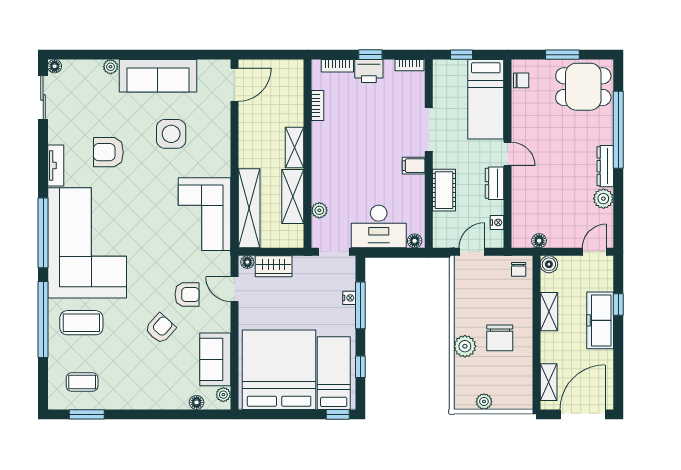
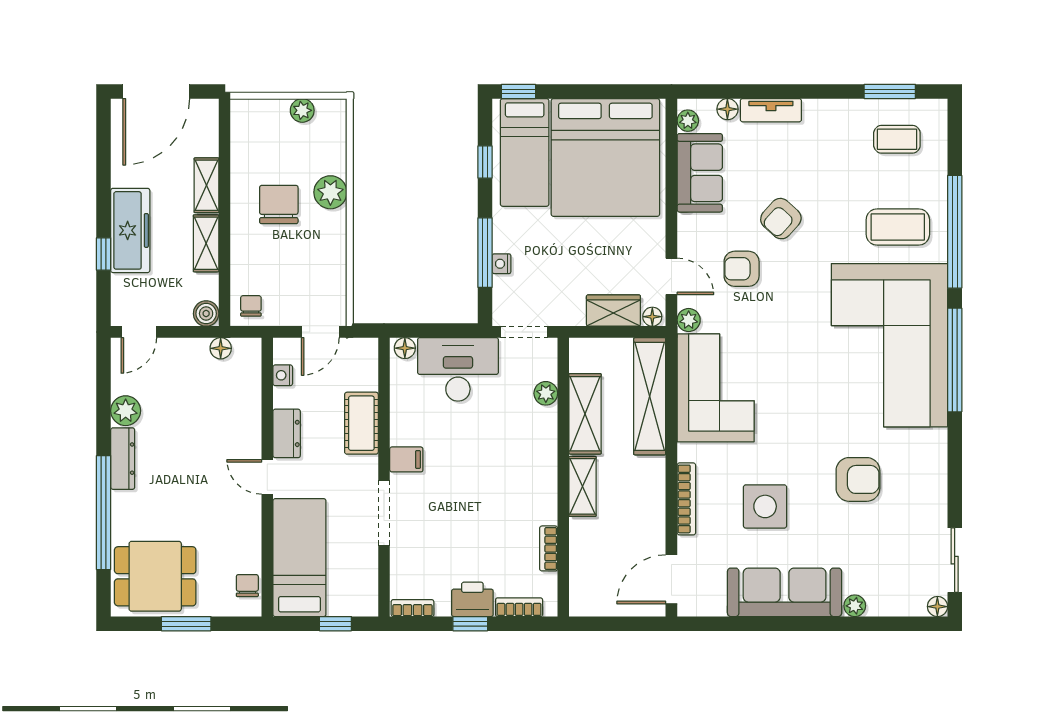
chair: (521, 80) -> (247, 586), turned 90
bookcase: (224, 139) -> (686, 499), added
tv unit: (56, 166) -> (771, 110), moved, turned -90
plant: (223, 260) -> (689, 320), added
shelving: (549, 382) -> (207, 185), moved

